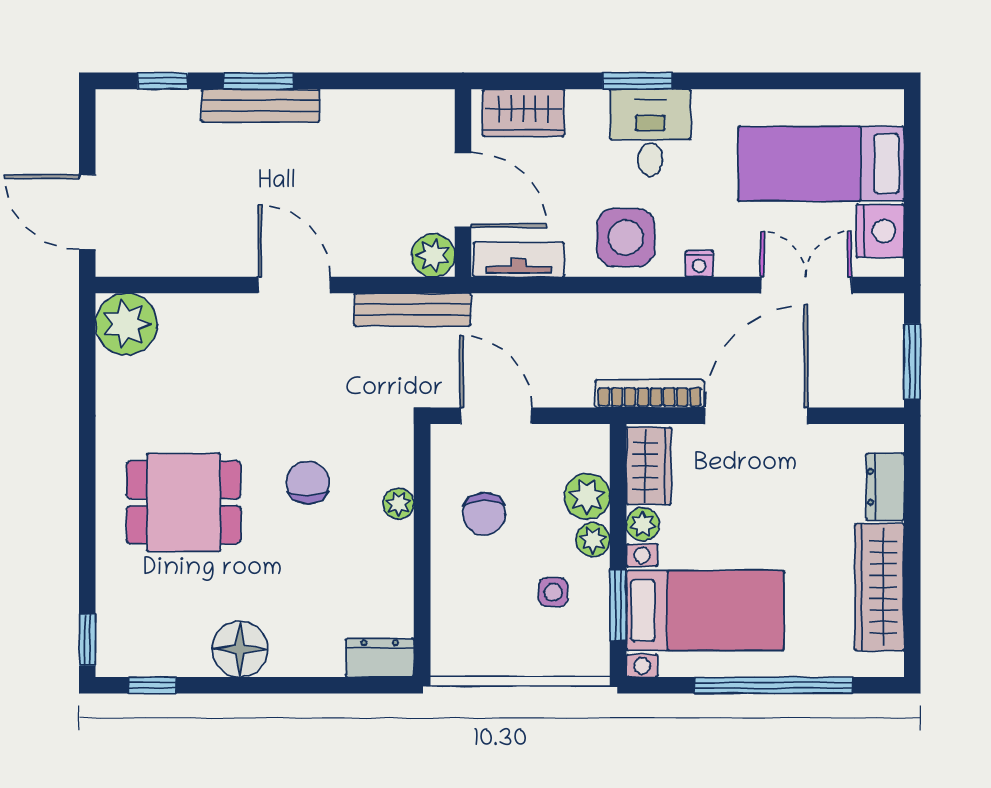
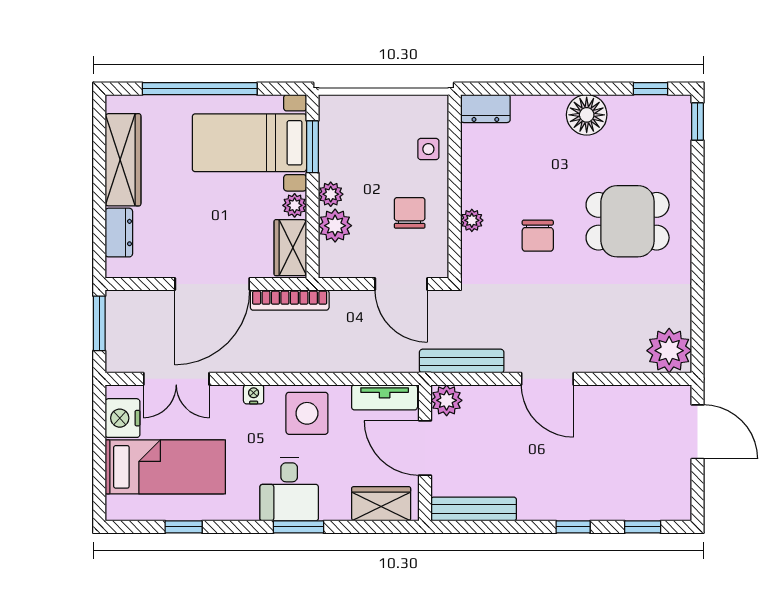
window: (259, 81) -> (573, 527), width x0.67
window: (796, 81) -> (184, 527), added
bench: (261, 106) -> (474, 509), moved
side table: (553, 592) -> (428, 149), moved

